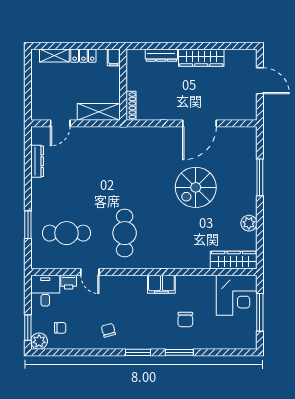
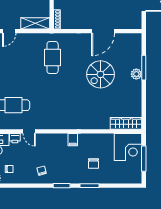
plant: (249, 223) -> (136, 74), moved
cafe table: (125, 233) -> (53, 58), moved
filing cabinet: (161, 284) -> (73, 140), width x0.50

